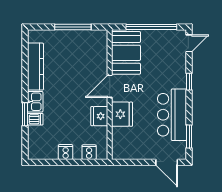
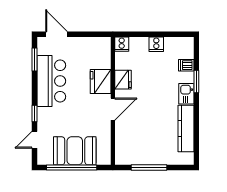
door: (189, 43) -> (34, 140), moved
booth: (126, 53) -> (75, 151), moved, turned 90
dishwasher: (35, 119) -> (186, 65), moved
cooker: (89, 152) -> (122, 44), moved

